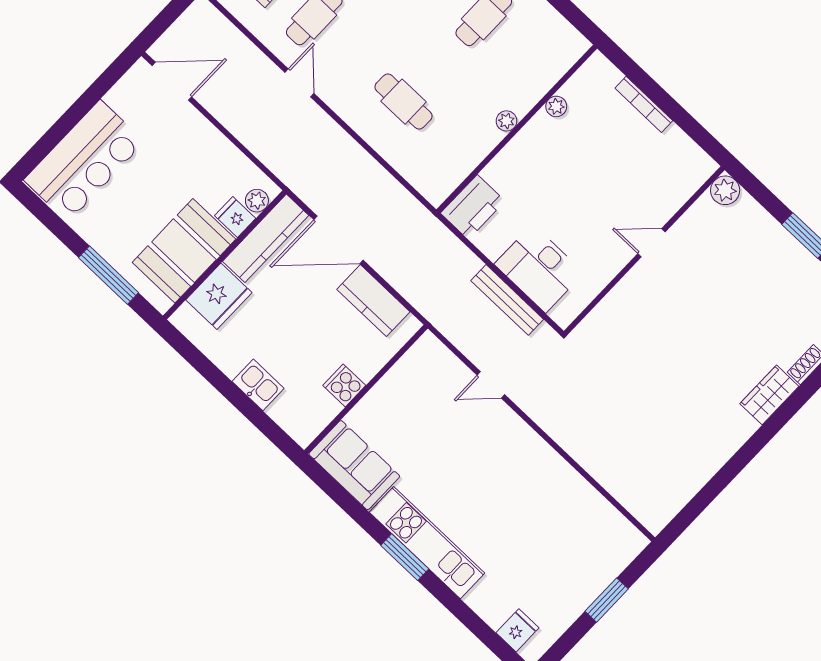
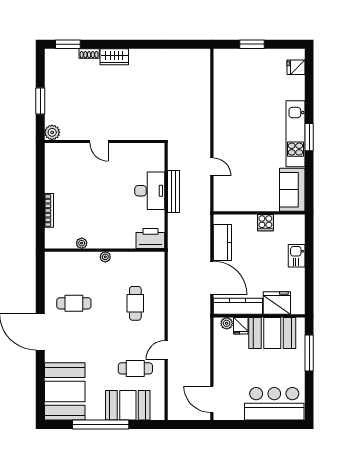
plant: (725, 190) -> (52, 132), moved
door: (651, 243) -> (99, 141), moved
wall: (644, 250) -> (105, 141), moved

